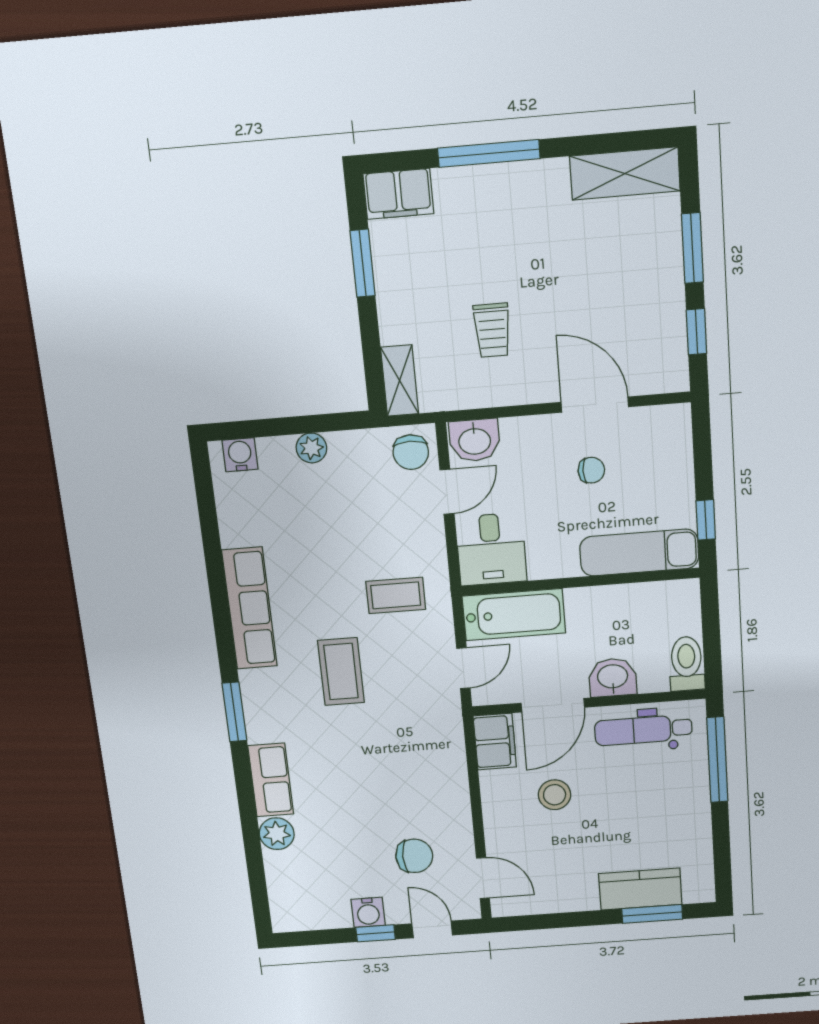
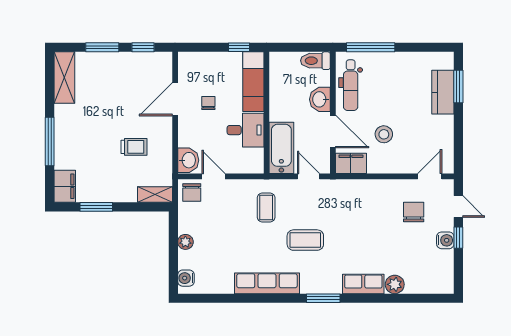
chair: (411, 452) -> (192, 193), turned 90
desk: (491, 549) -> (245, 130), moved
door: (432, 929) -> (458, 207), swing flipped

